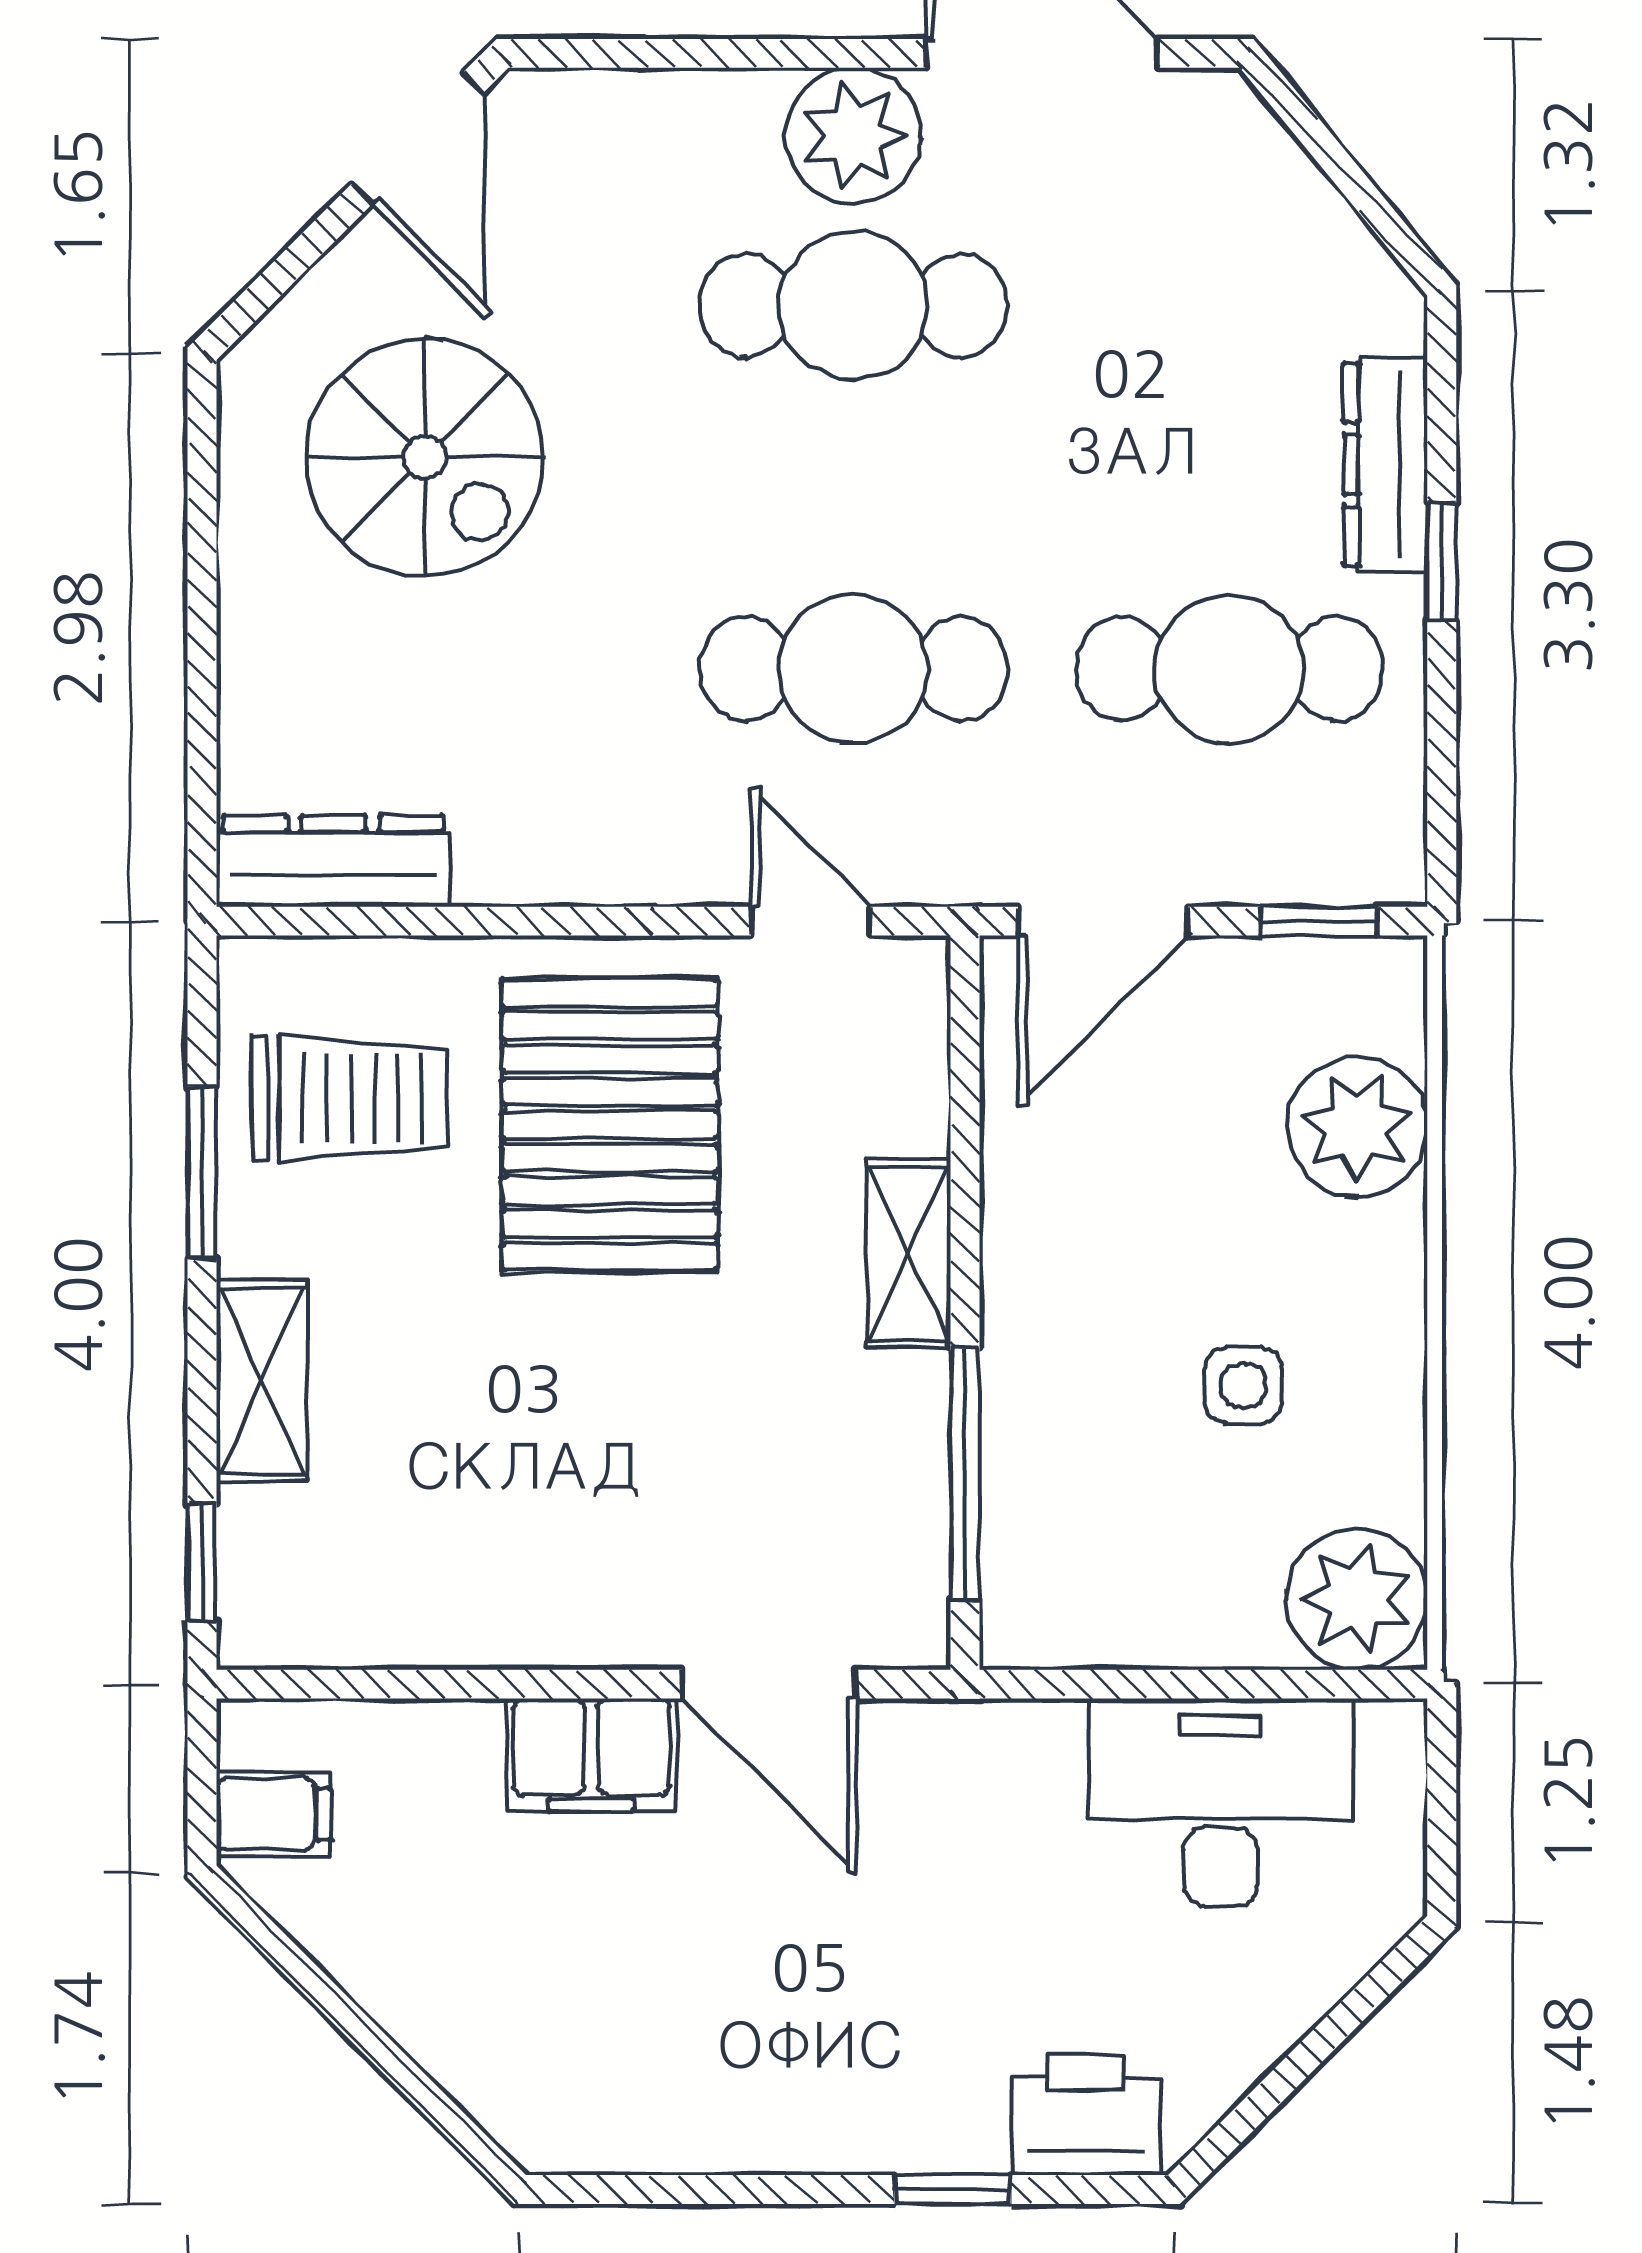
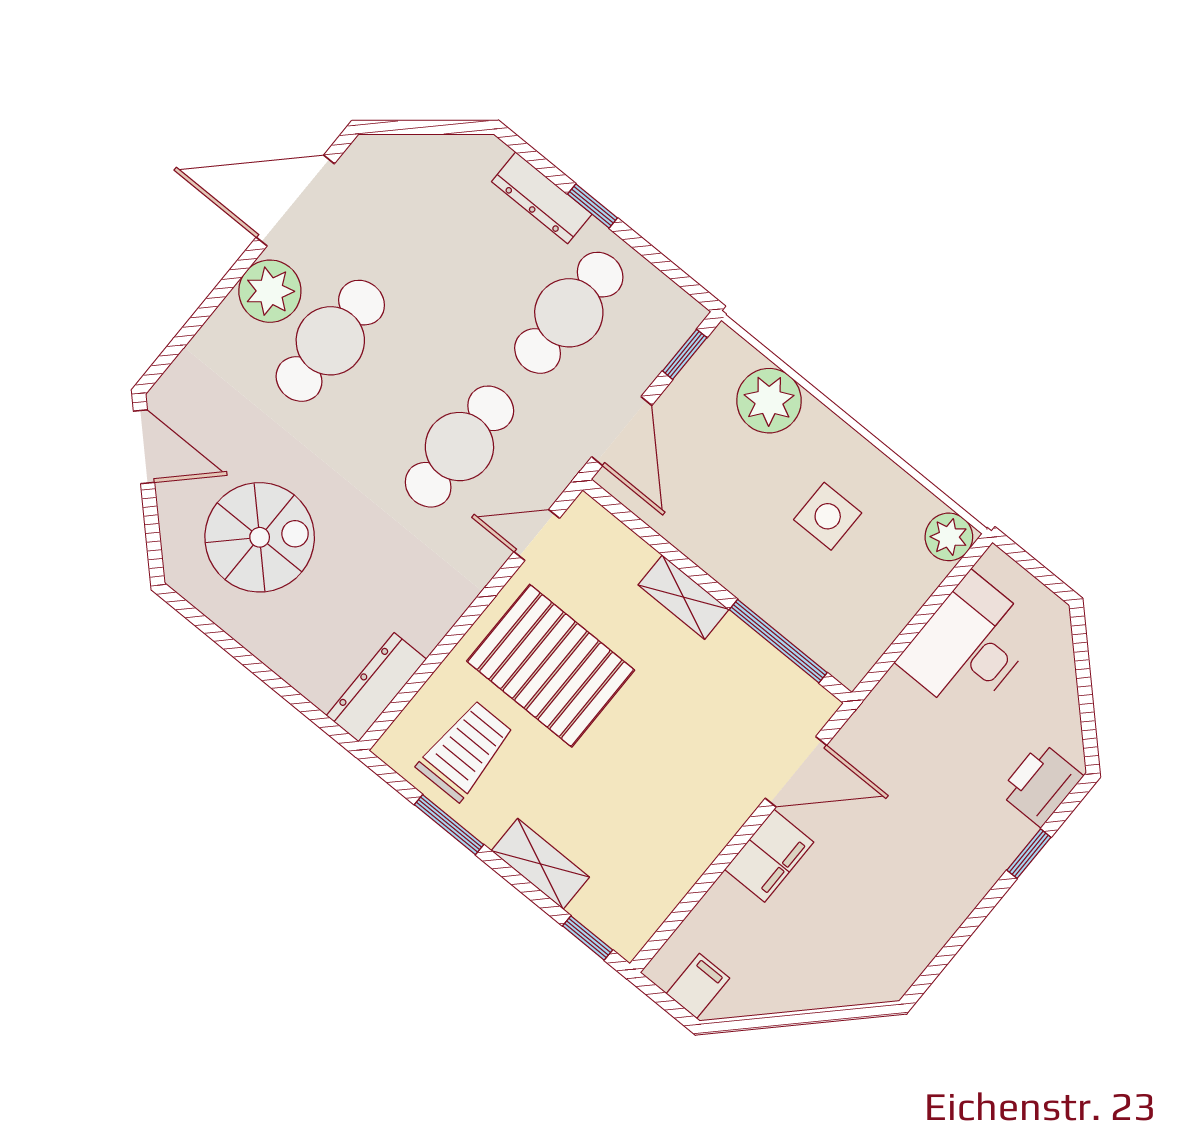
side table: (1243, 1385) -> (828, 516), width x1.37, depth x1.37
plant: (1357, 1599) -> (949, 537), width x0.73, depth x0.73

